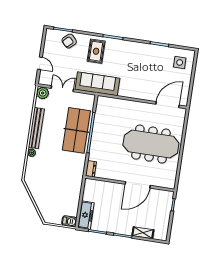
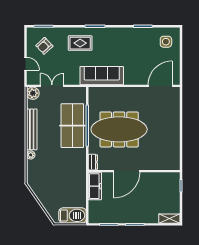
armchair: (69, 41) -> (44, 46), moved
rug: (96, 51) -> (80, 43), turned 90
sofa: (97, 84) -> (102, 76), moved
meeting table: (151, 144) -> (119, 129), moved
door: (138, 185) -> (127, 171), moved
freezer: (86, 215) -> (95, 186), moved
barbecue: (69, 221) -> (73, 215), width x1.88, depth x1.53
shelving: (143, 233) -> (169, 219), moved

